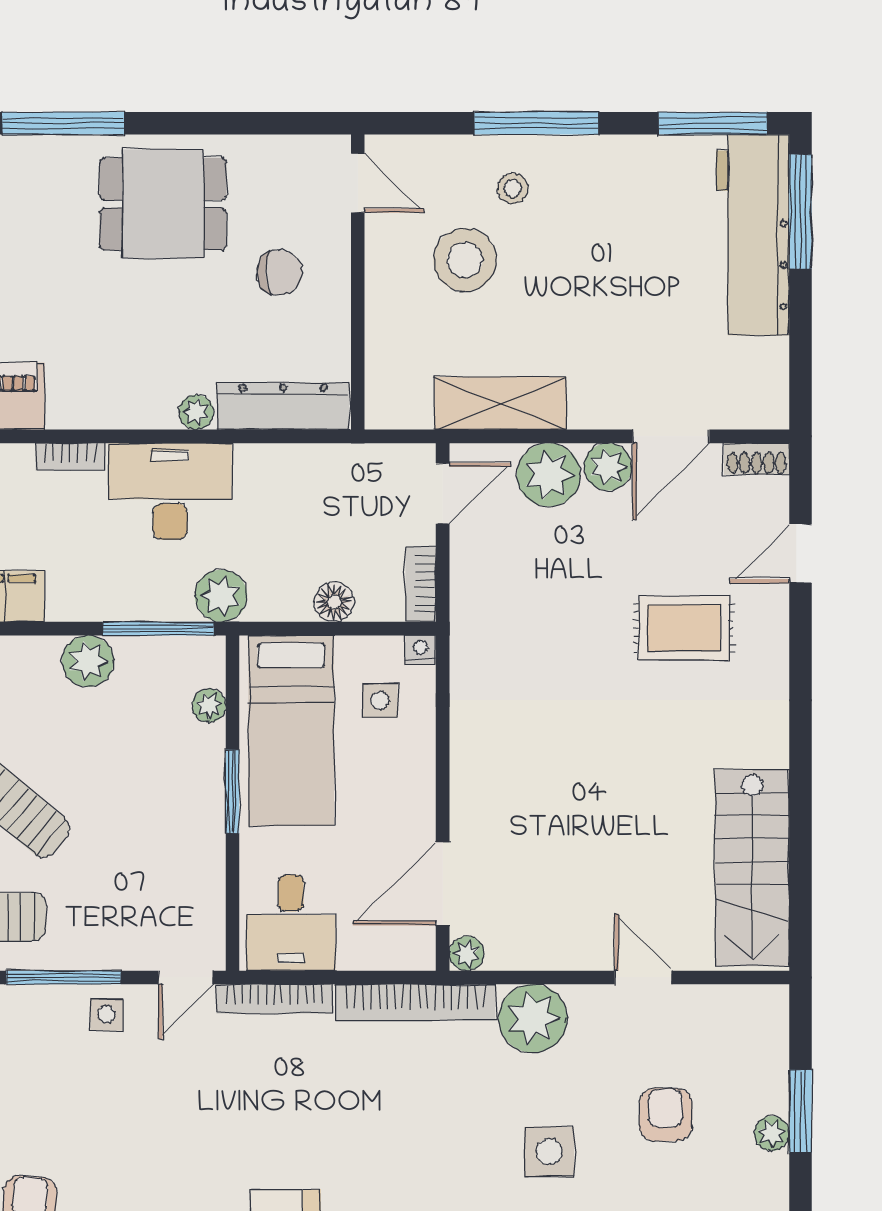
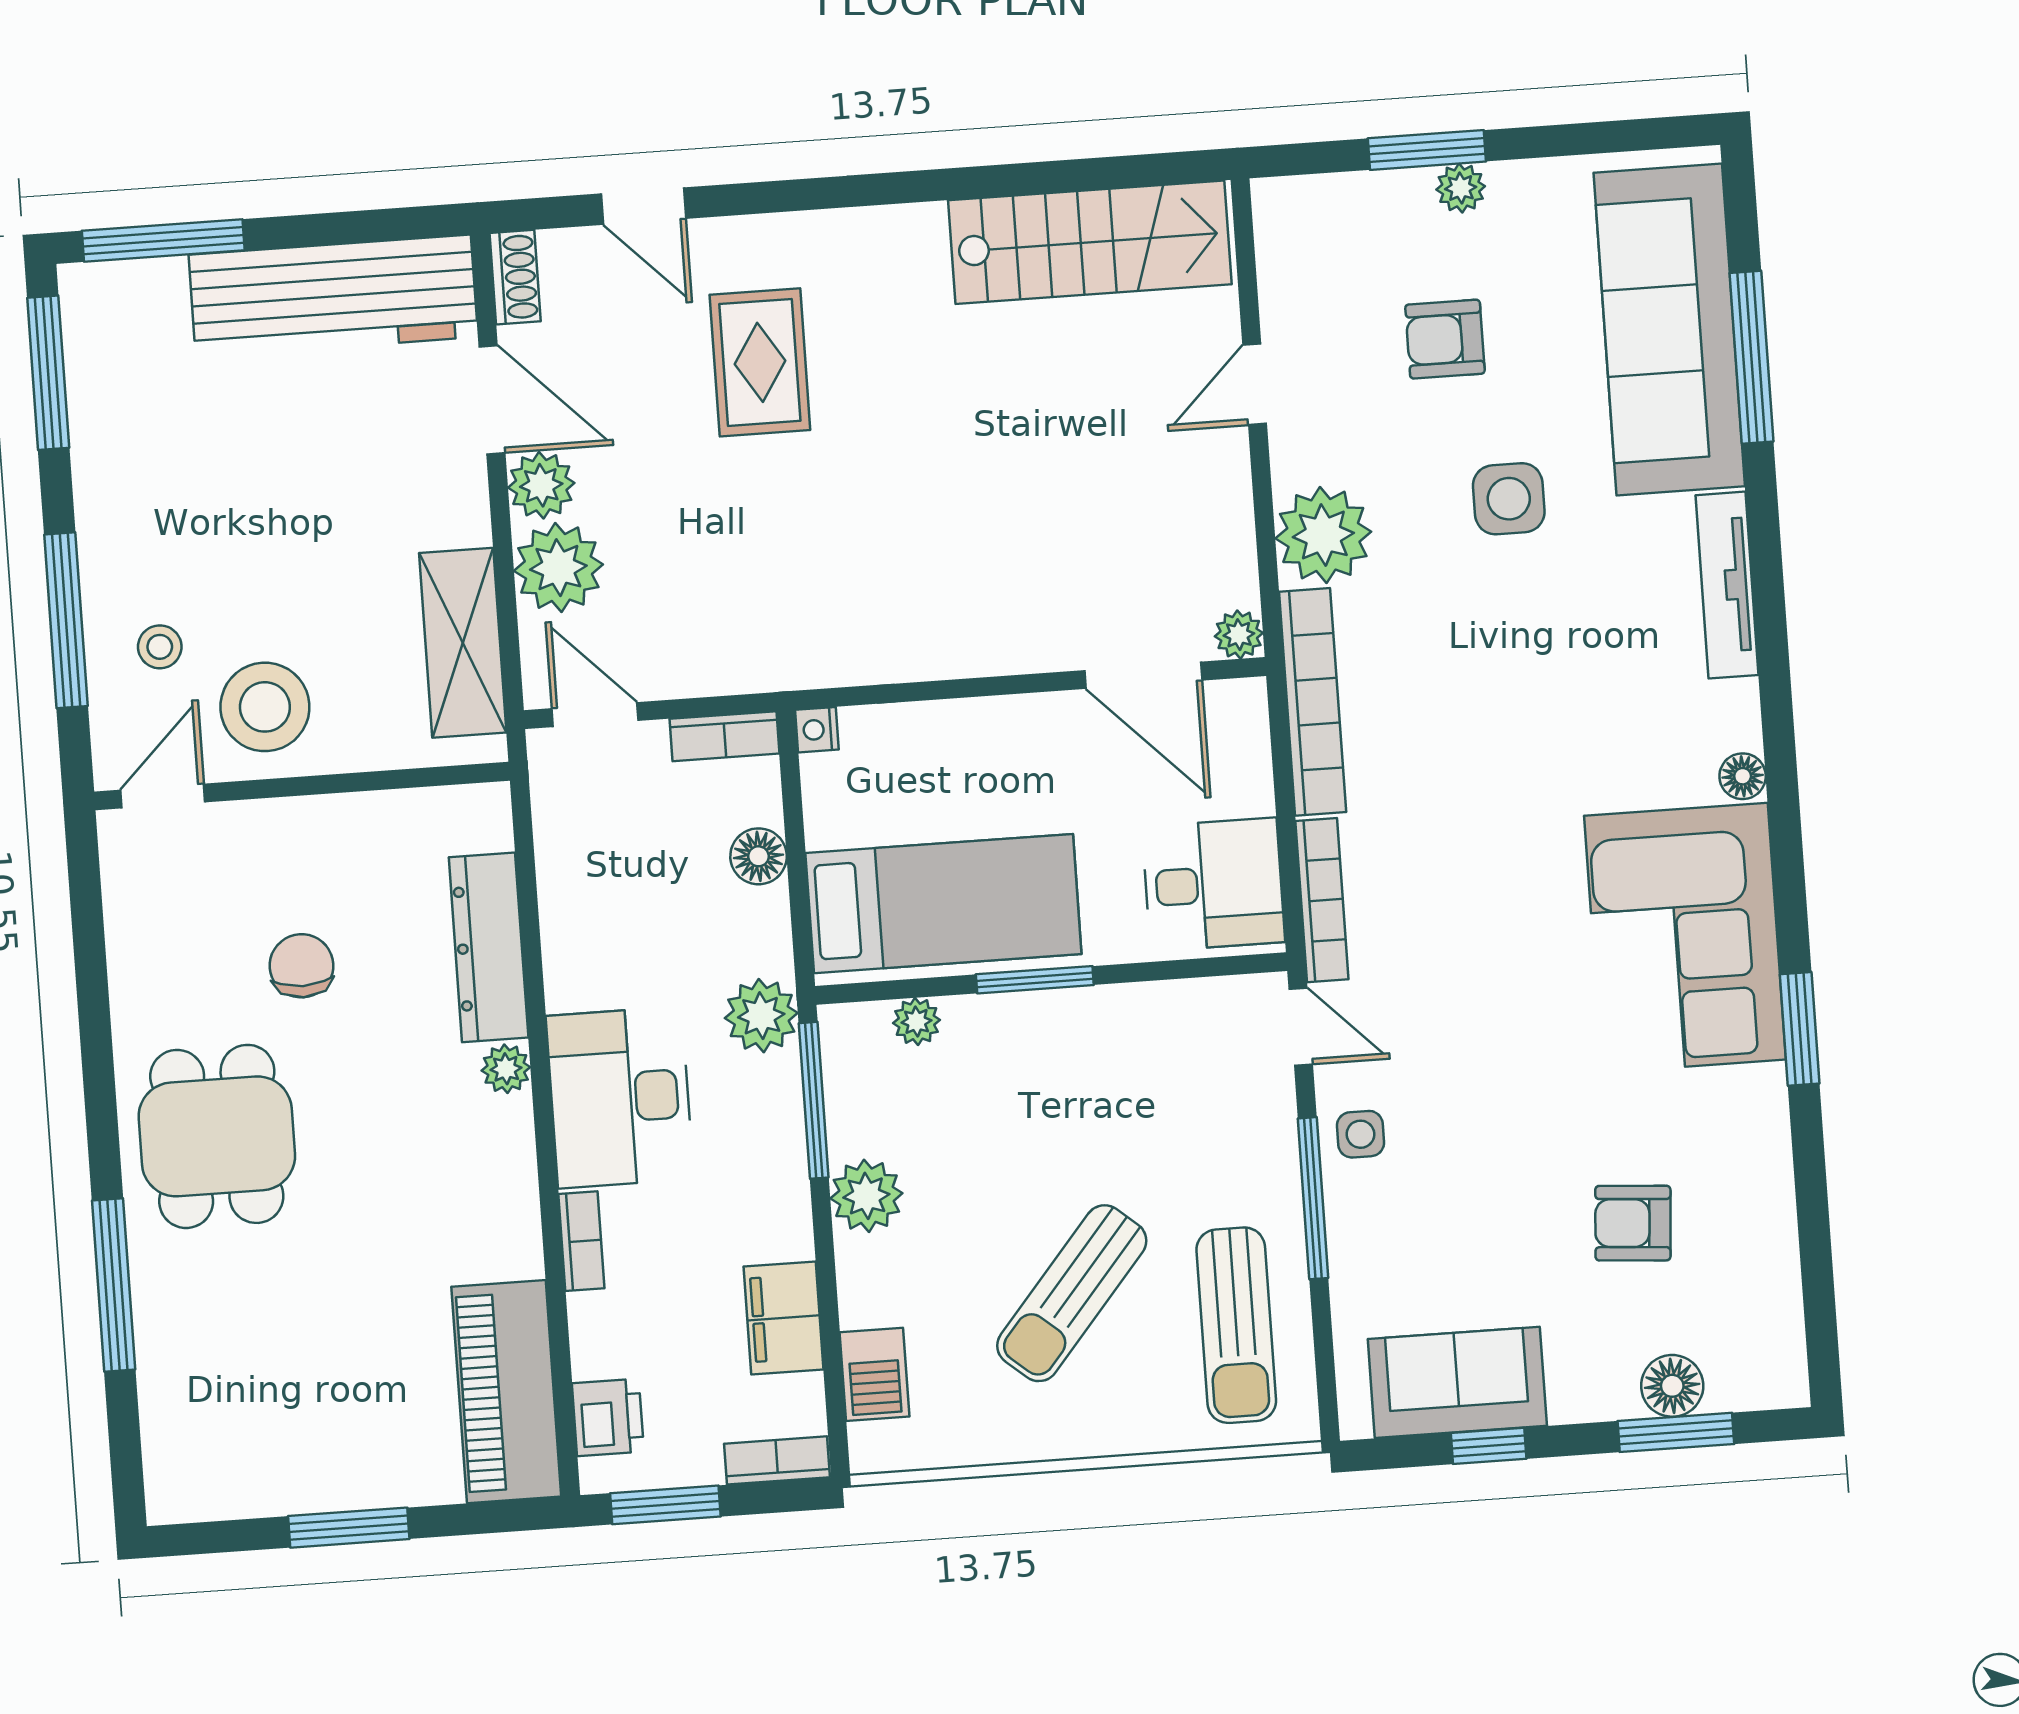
door: (358, 183) -> (163, 796), moved
workbench: (753, 235) -> (333, 296), moved
wall: (358, 282) -> (302, 786), moved
side table: (380, 701) -> (892, 782), removed

